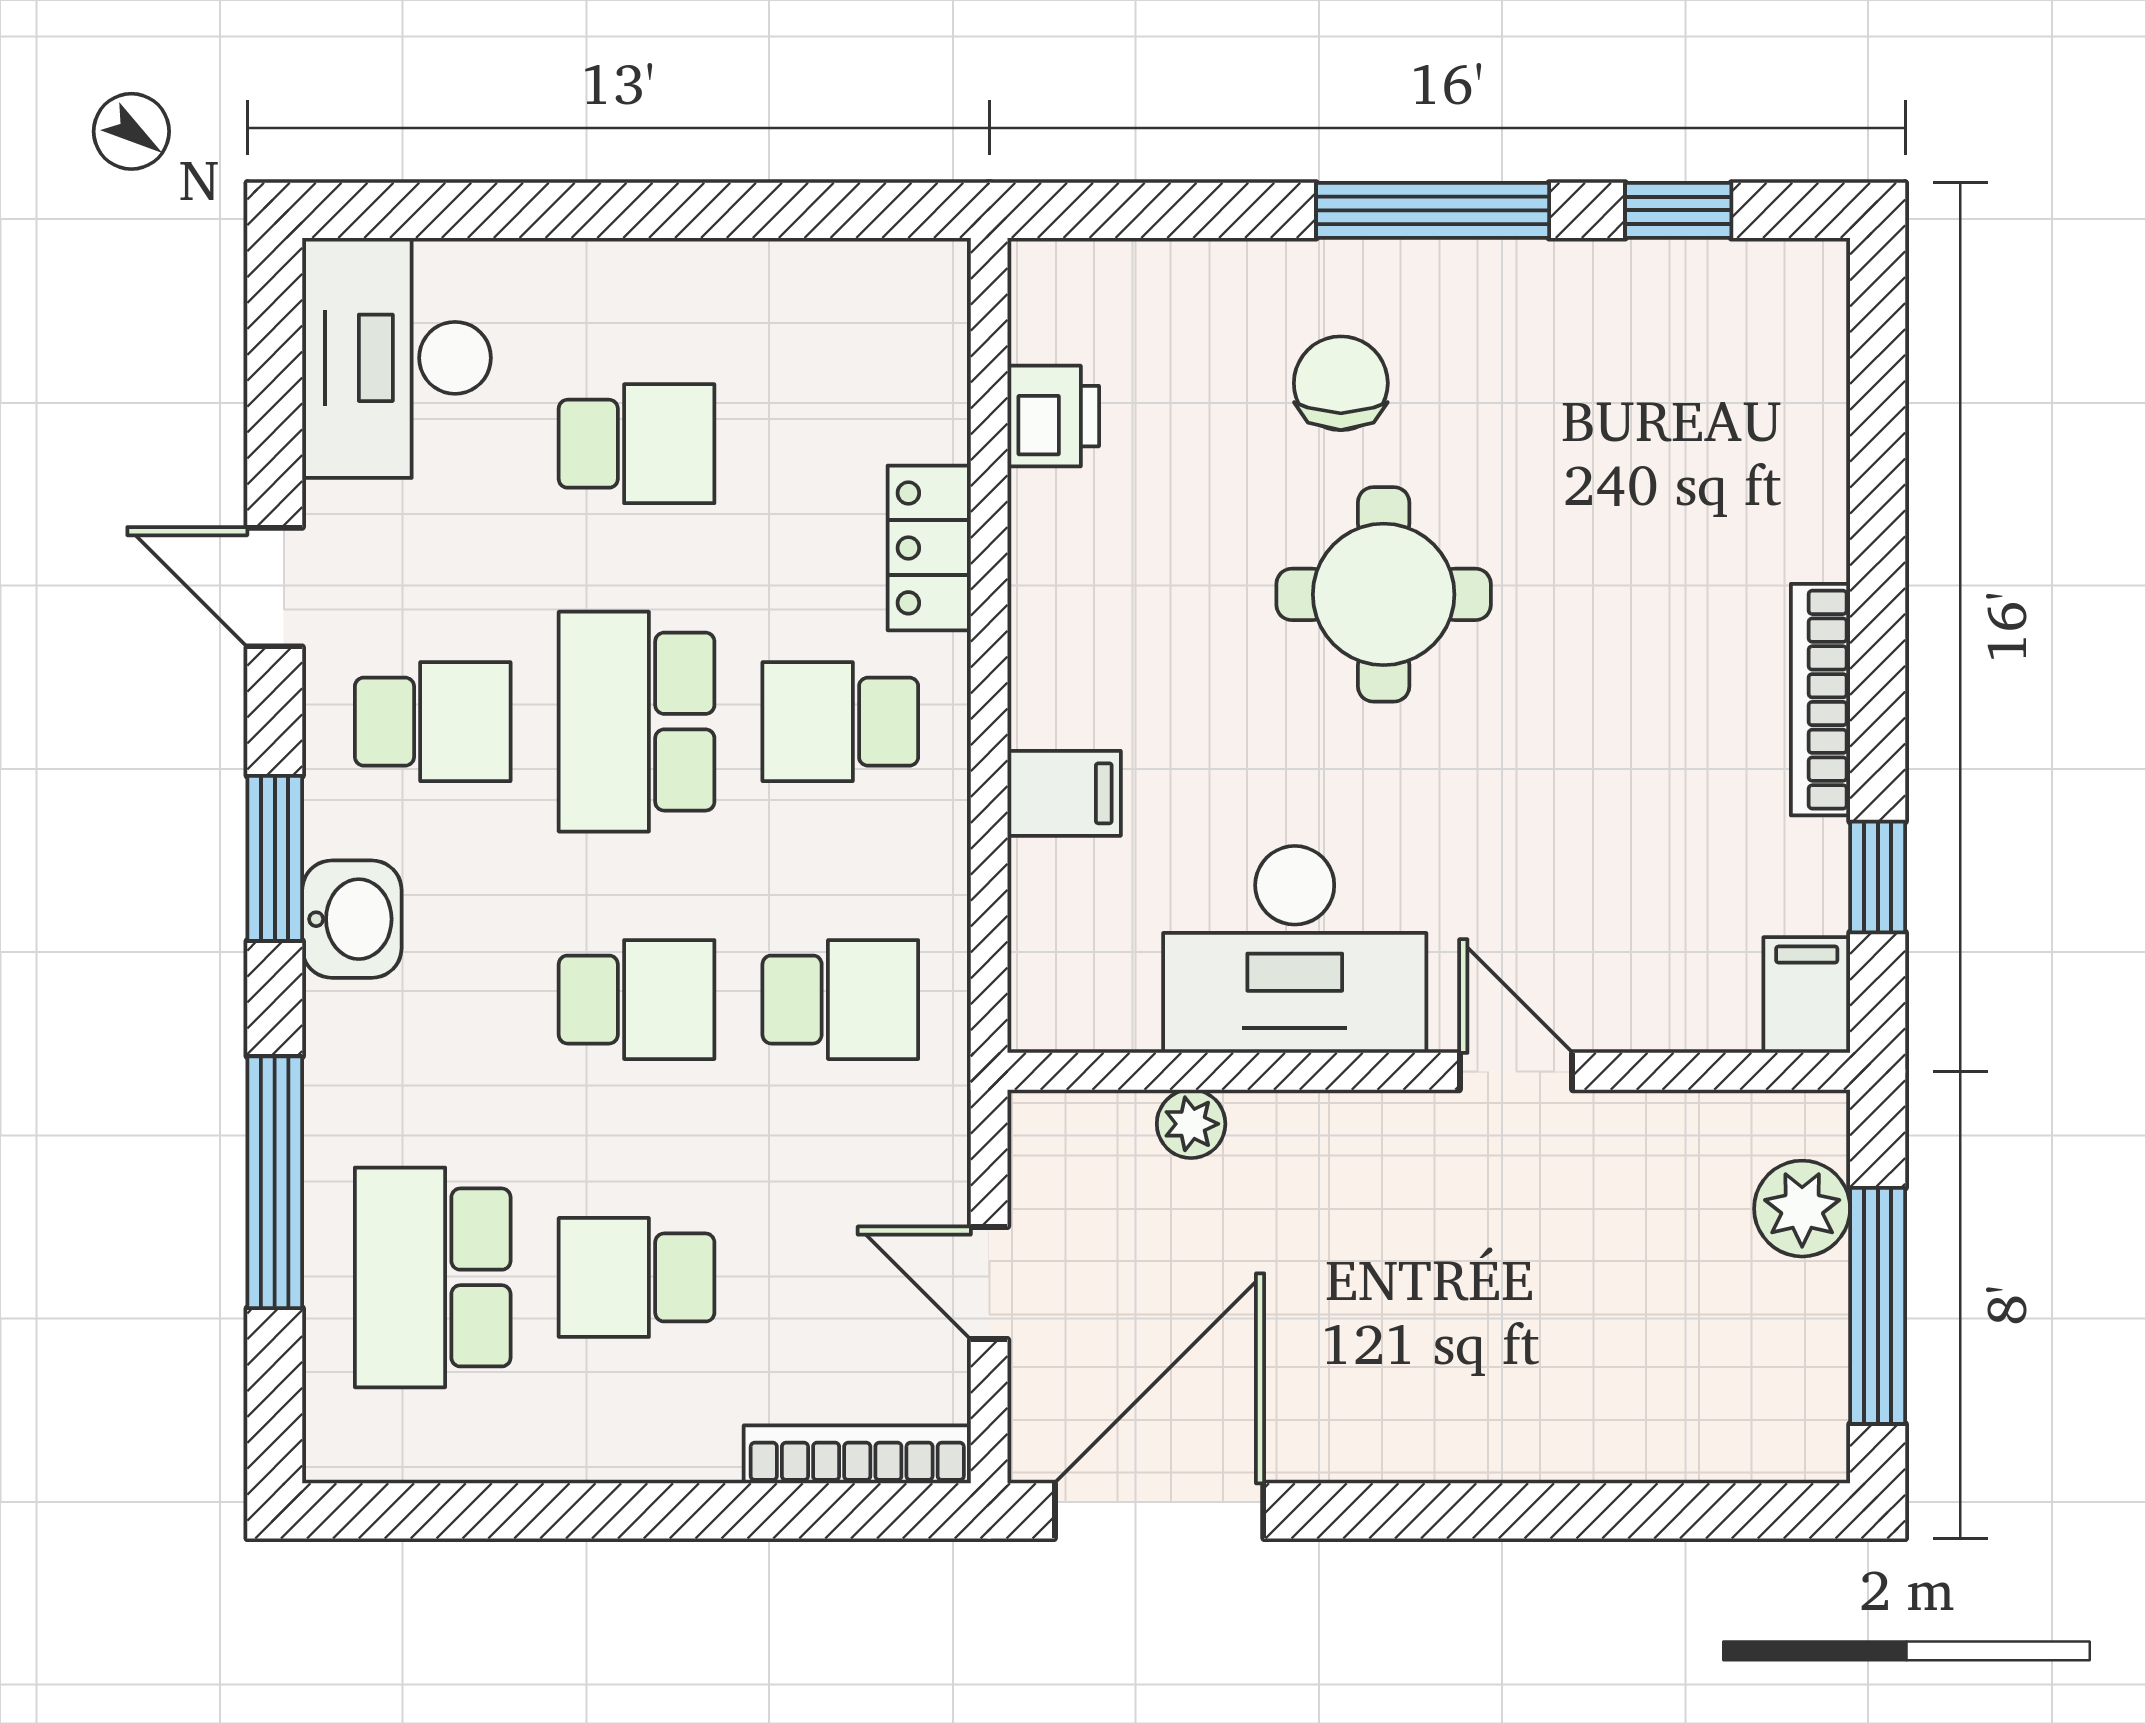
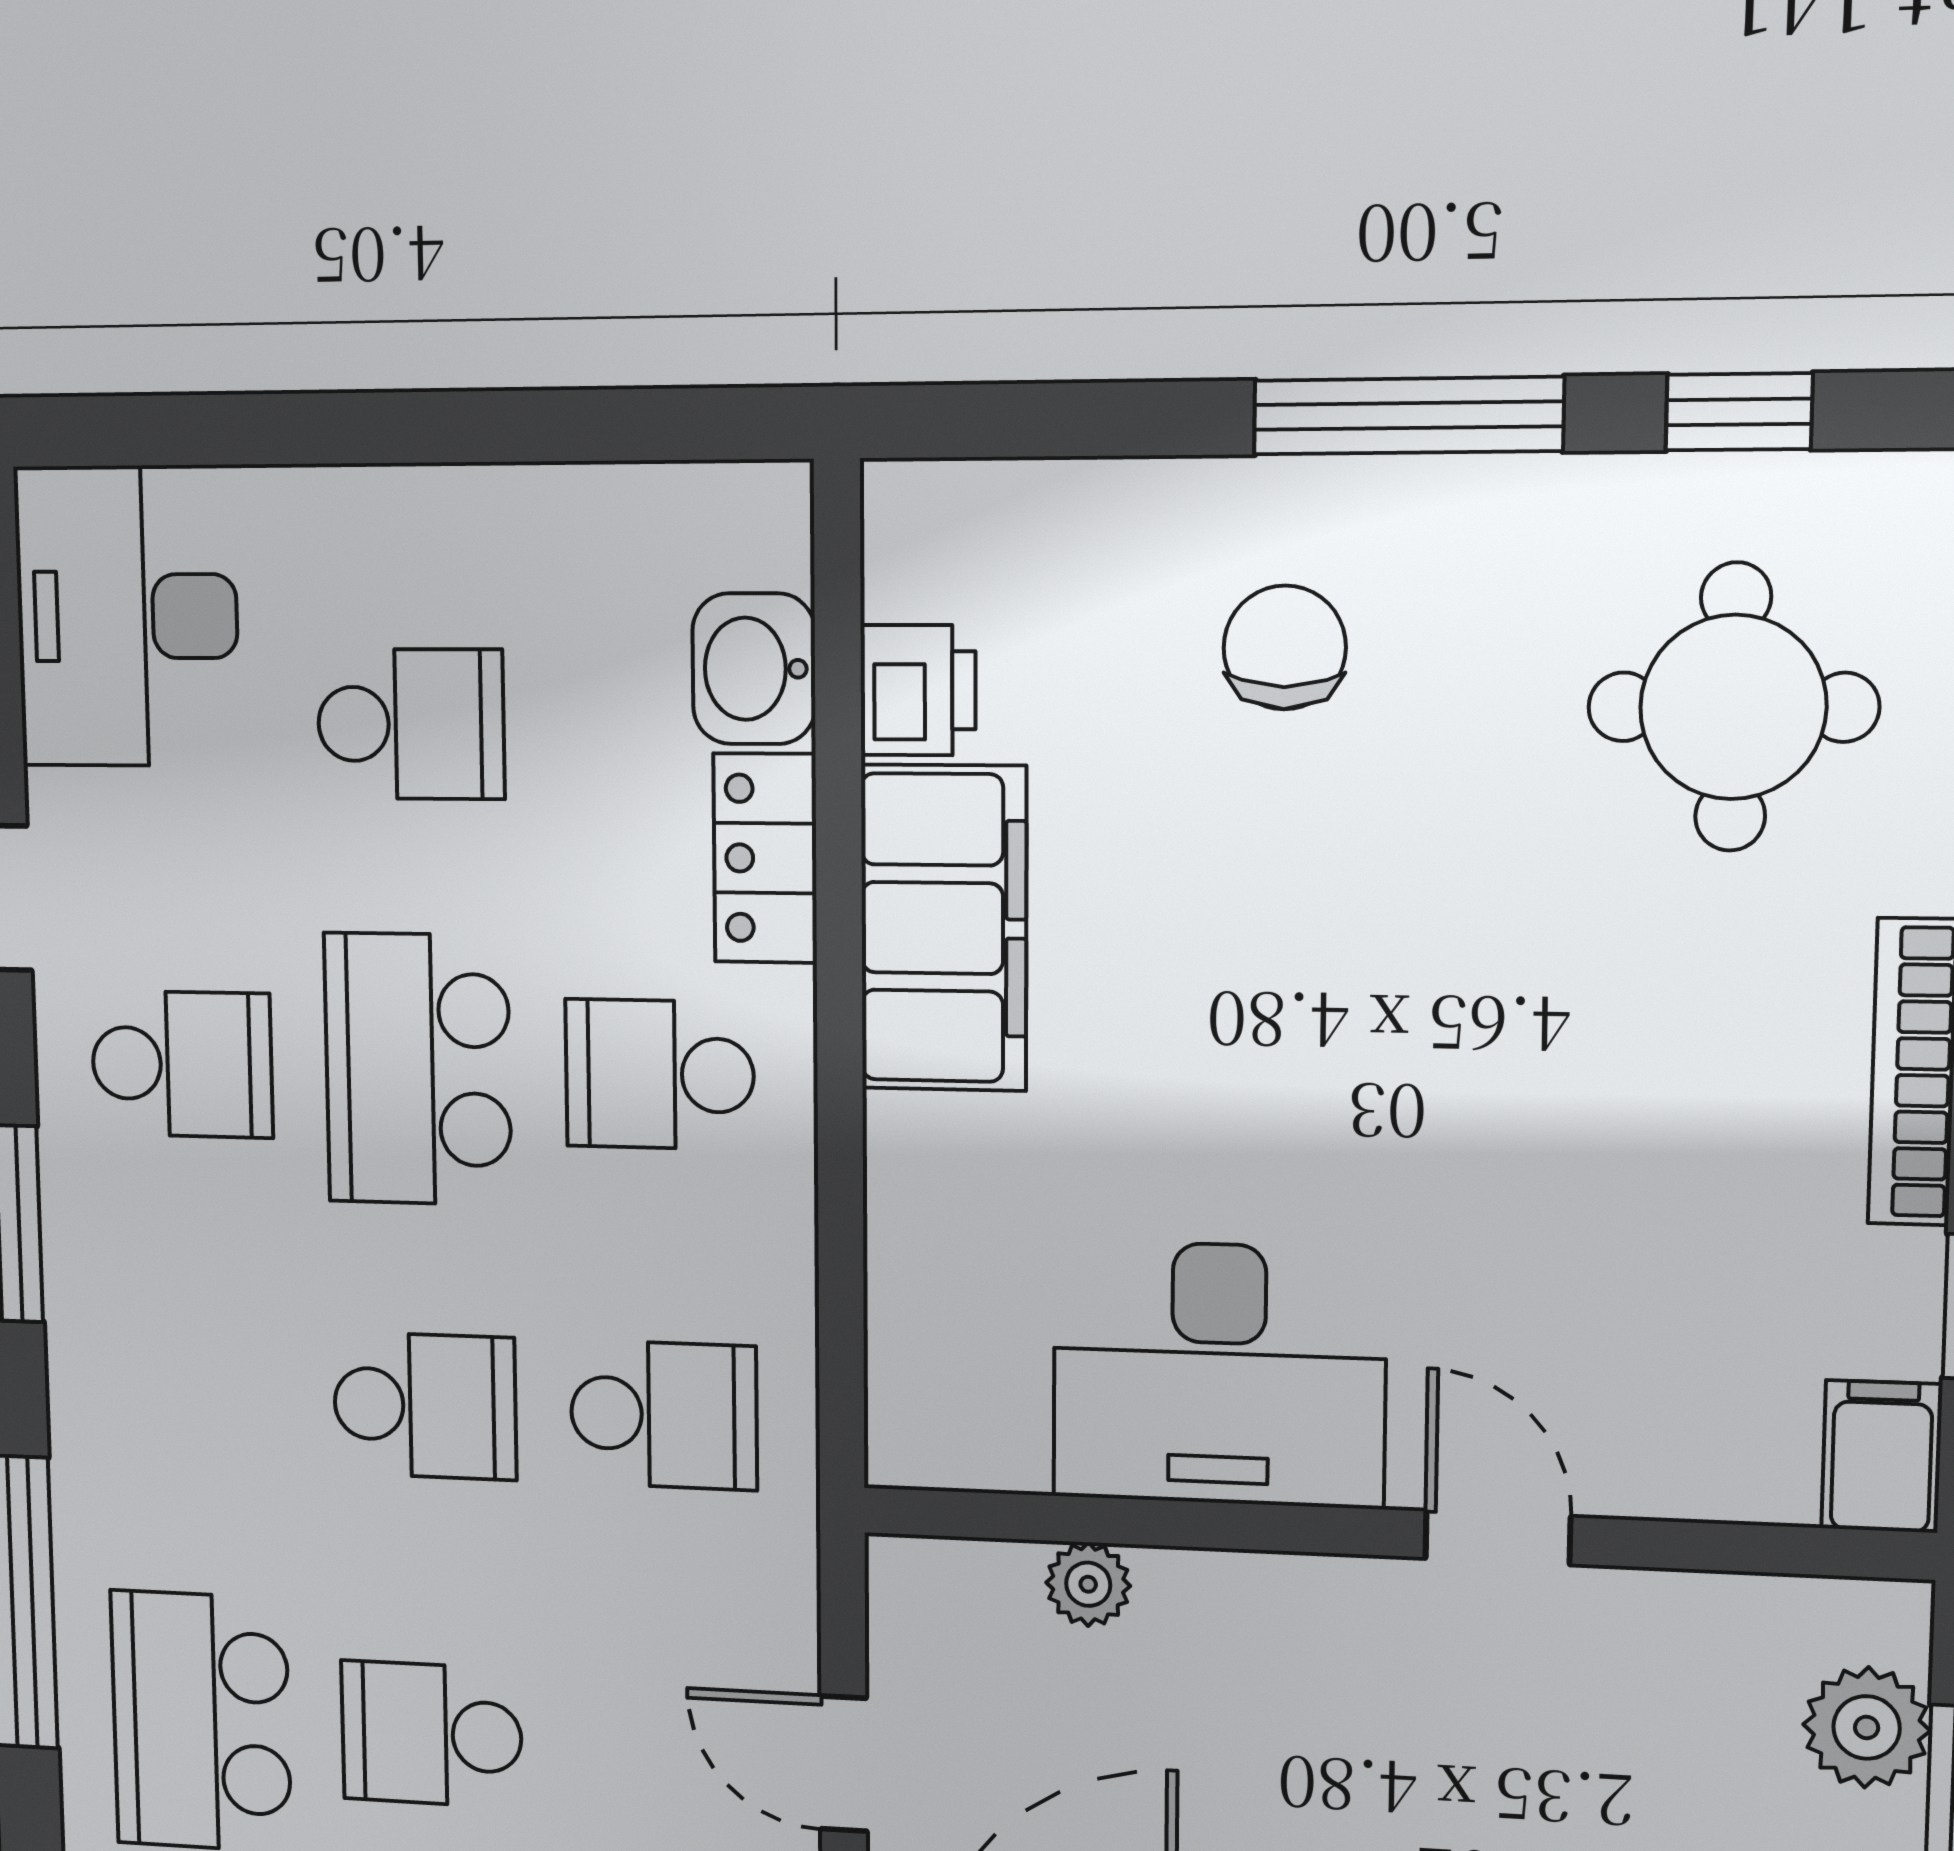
round table: (1384, 594) -> (1733, 707), moved
filing cabinet: (1064, 793) -> (944, 928), moved, width x3.00, depth x1.17
washbasin: (352, 919) -> (754, 669), moved, turned 180

